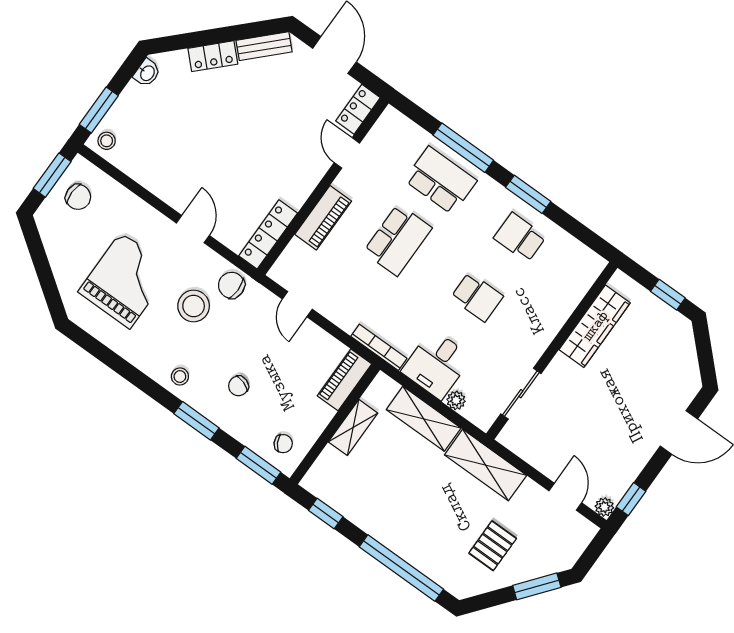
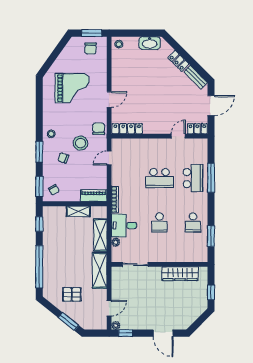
washbasin: (147, 73) -> (150, 43), width x1.91, depth x1.45
window: (99, 110) -> (128, 33), removed
window: (528, 194) -> (211, 236), moved
piano: (323, 218) -> (148, 145), removed
school desk: (520, 237) -> (193, 223), turned 180
stool: (194, 306) -> (81, 143), moved

